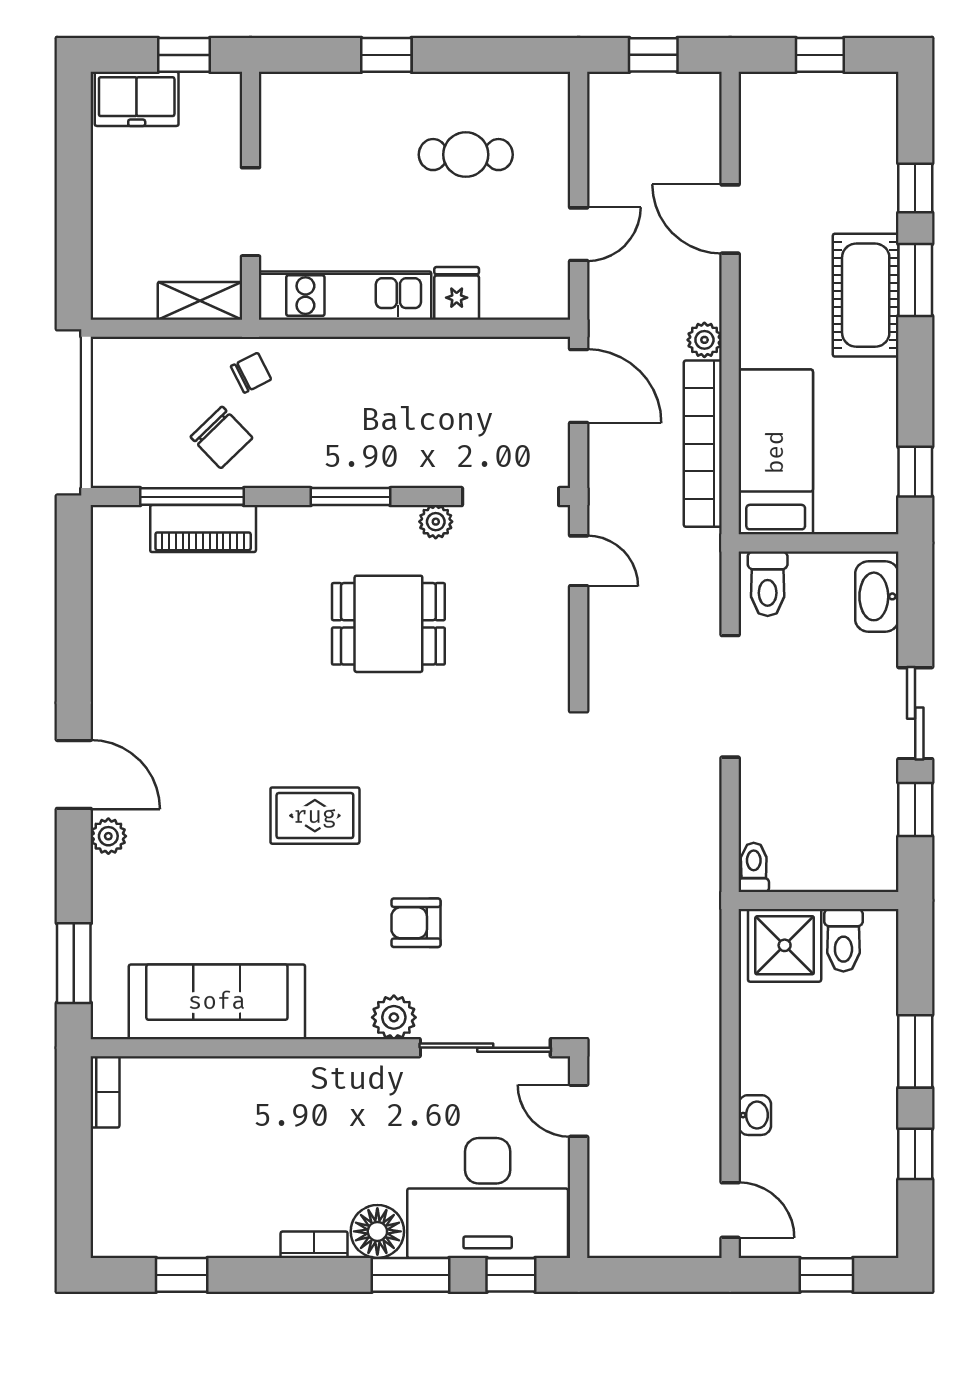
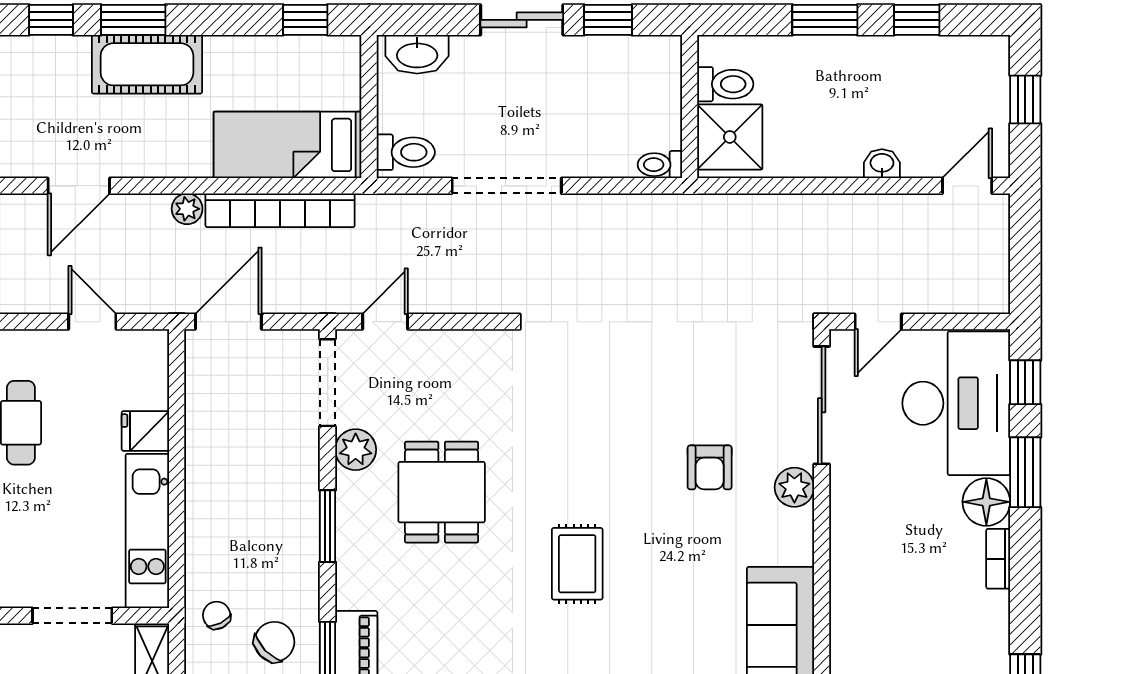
plant: (436, 522) -> (356, 450), width x1.38, depth x1.38
rug: (315, 816) -> (577, 564), moved

